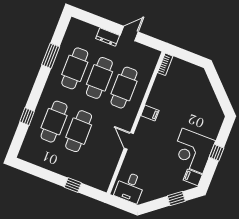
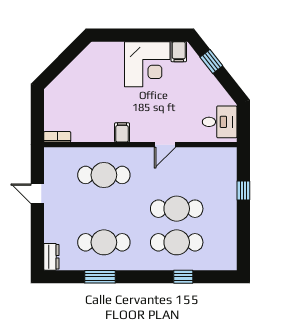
dresser: (108, 37) -> (51, 257), moved
cafe table: (99, 78) -> (104, 209), removed
window: (216, 153) -> (138, 35), removed

